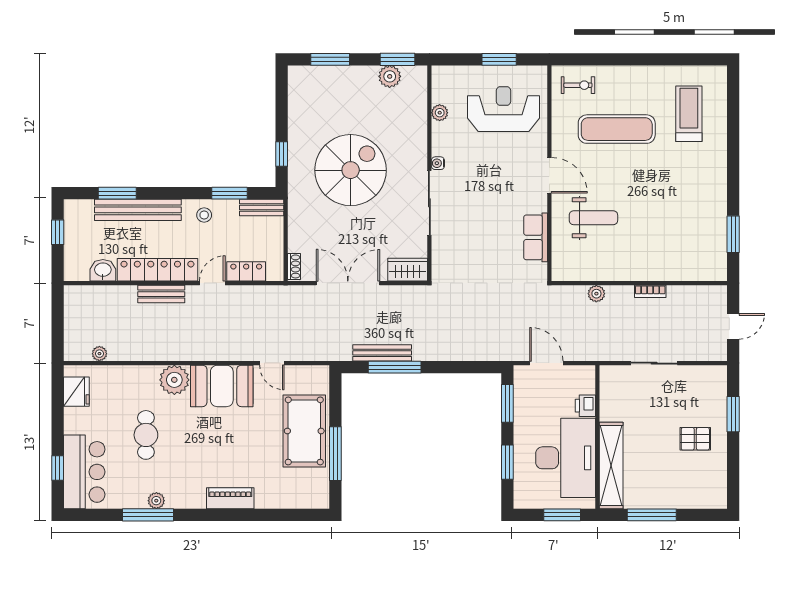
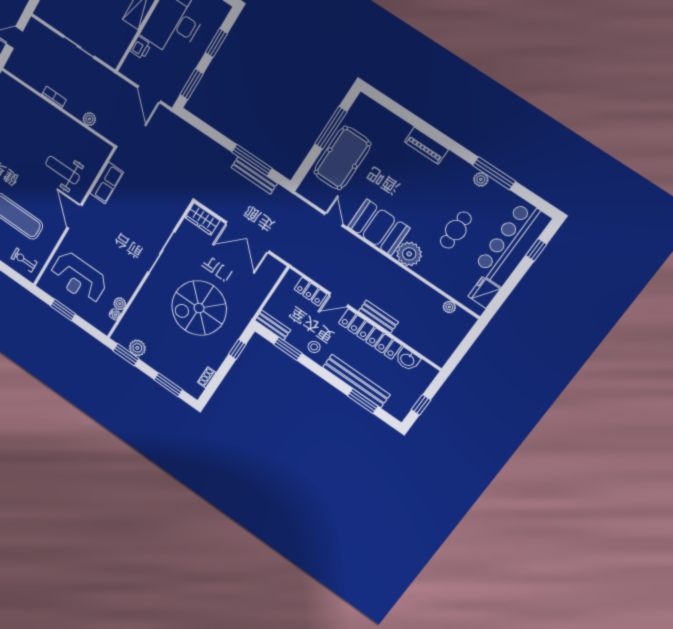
water cooler: (438, 163) -> (115, 314), moved
shoe rack: (294, 266) -> (207, 377), moved
bar counter: (84, 472) -> (512, 244), width x1.36

